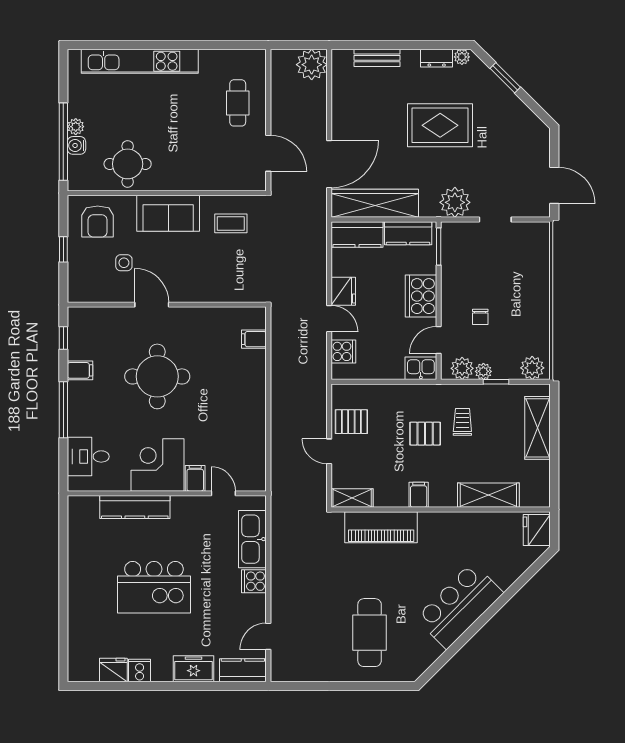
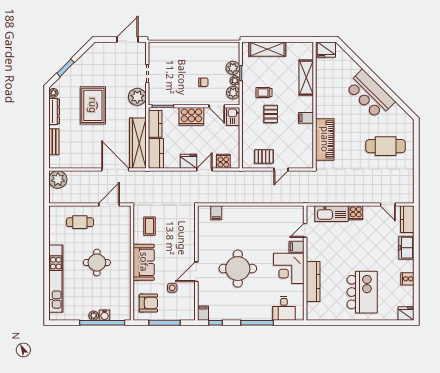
dresser: (437, 58) -> (54, 111), width x1.44
round table: (128, 164) -> (97, 262), moved
window: (63, 249) -> (164, 323), width x2.17
plant: (532, 368) -> (233, 68), moved
filing cabinet: (80, 370) -> (203, 313), moved
pallet: (351, 422) -> (264, 157), turned 90
shelving: (352, 498) -> (308, 156), removed
kitchen island: (154, 587) -> (362, 292), moved
fridge: (113, 670) -> (406, 313), moved, turned 90

